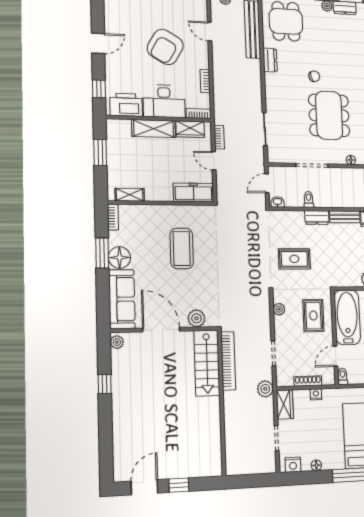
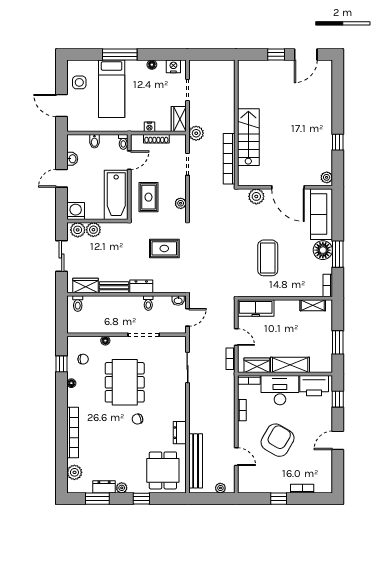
stairs: (207, 363) -> (248, 137), moved

